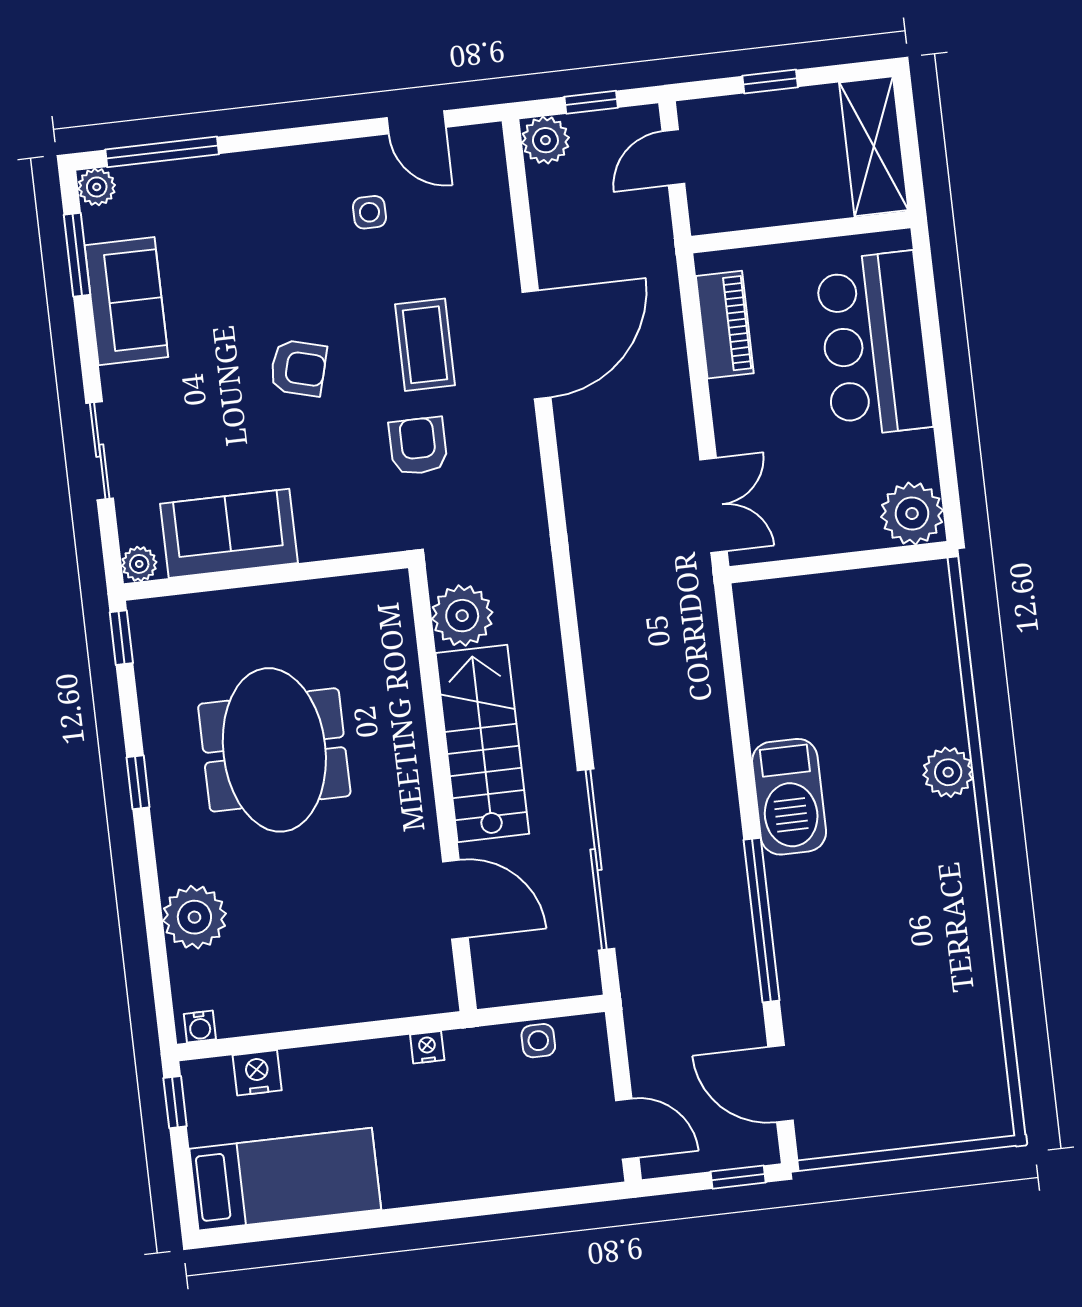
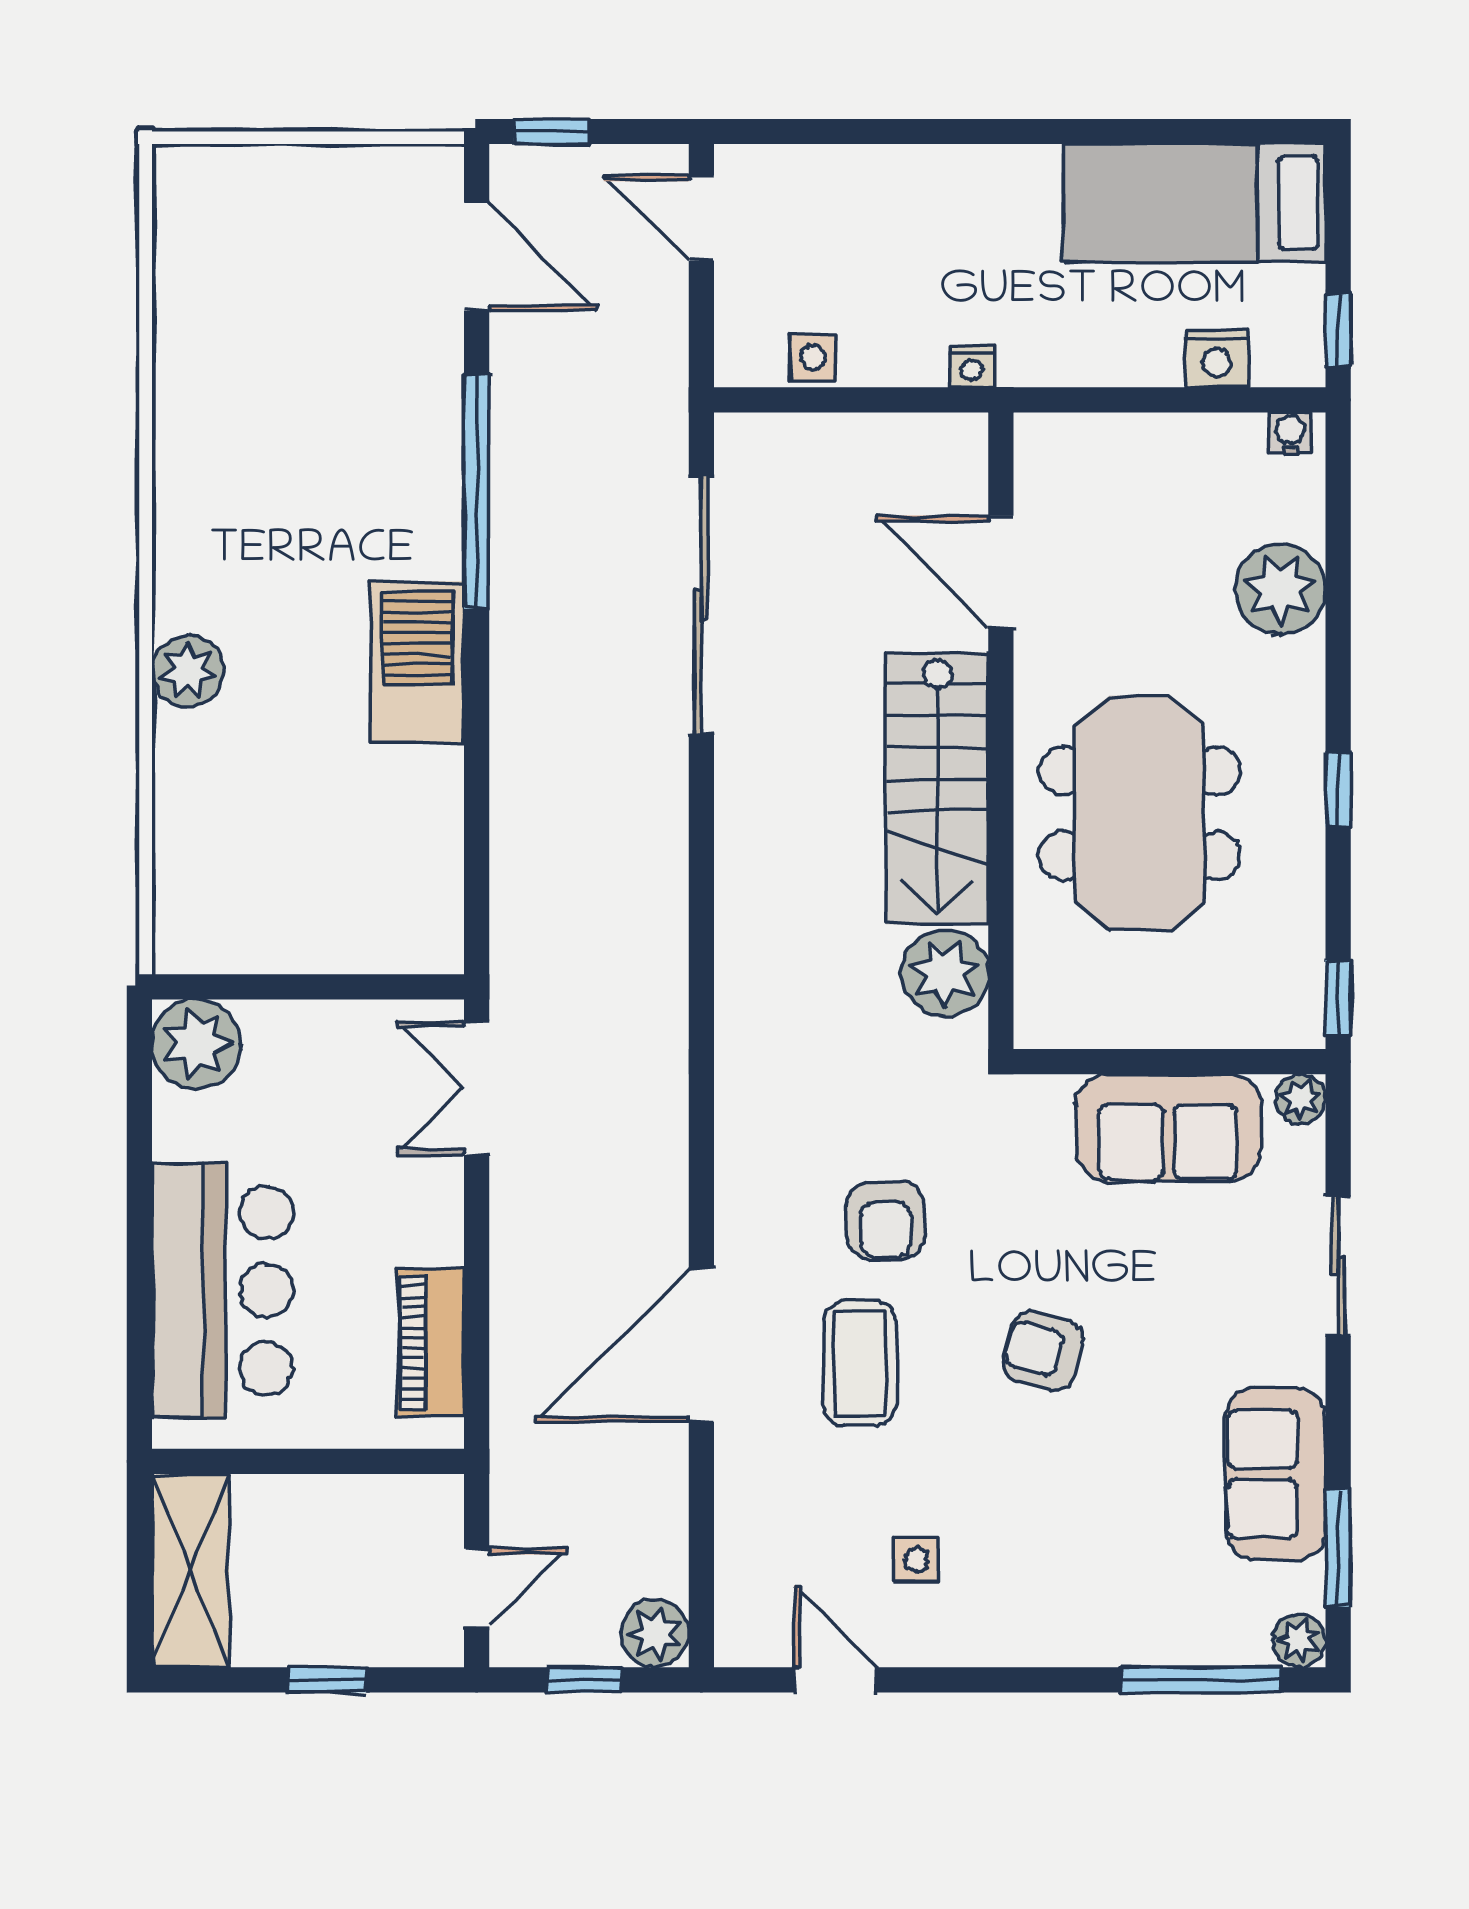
plant: (462, 616) -> (945, 973), moved
stairs: (482, 743) -> (937, 788), moved
wall: (443, 789) -> (1001, 731), moved
door: (455, 899) -> (1001, 572), moved

